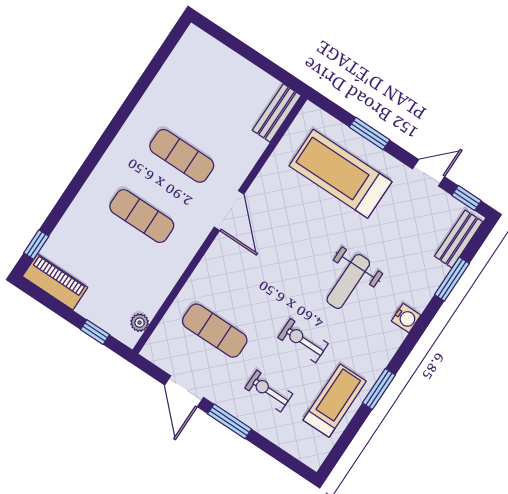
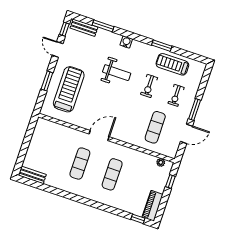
bench: (277, 113) -> (32, 175), moved
treadmill: (340, 174) -> (69, 89), turned 180

